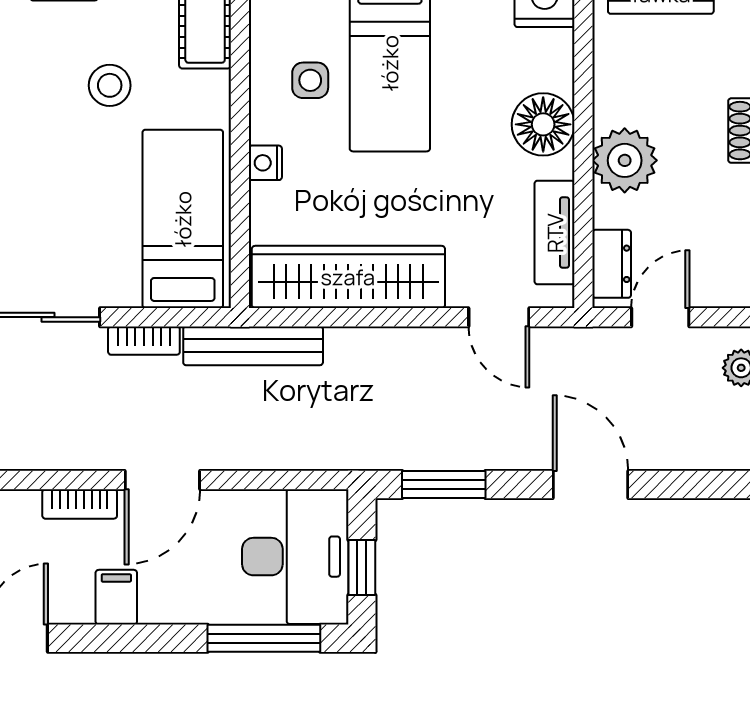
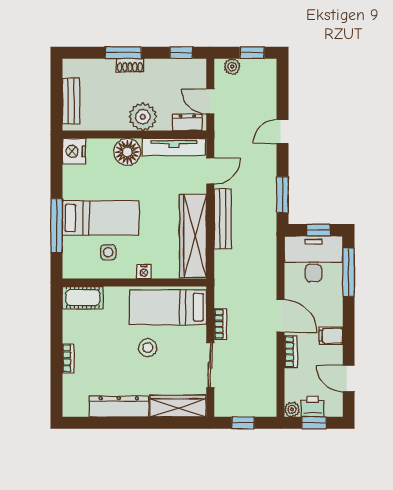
stool: (110, 85) -> (148, 348), moved
tv unit: (555, 233) -> (174, 147), width x1.41
bench: (253, 346) -> (223, 219), moved
door: (591, 485) -> (282, 131), width x0.73

